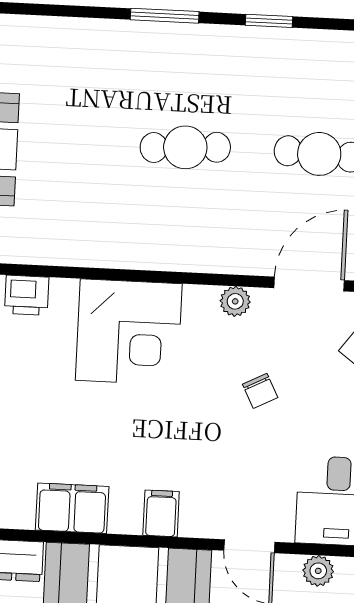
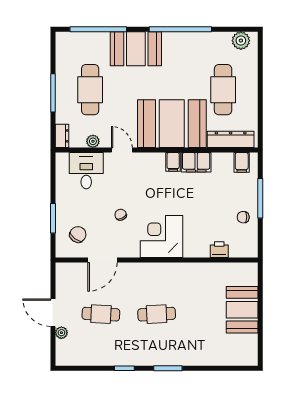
plant: (235, 301) -> (133, 251), removed
corner desk: (129, 332) -> (162, 236), moved
filing cabinet: (161, 513) -> (173, 162), moved

